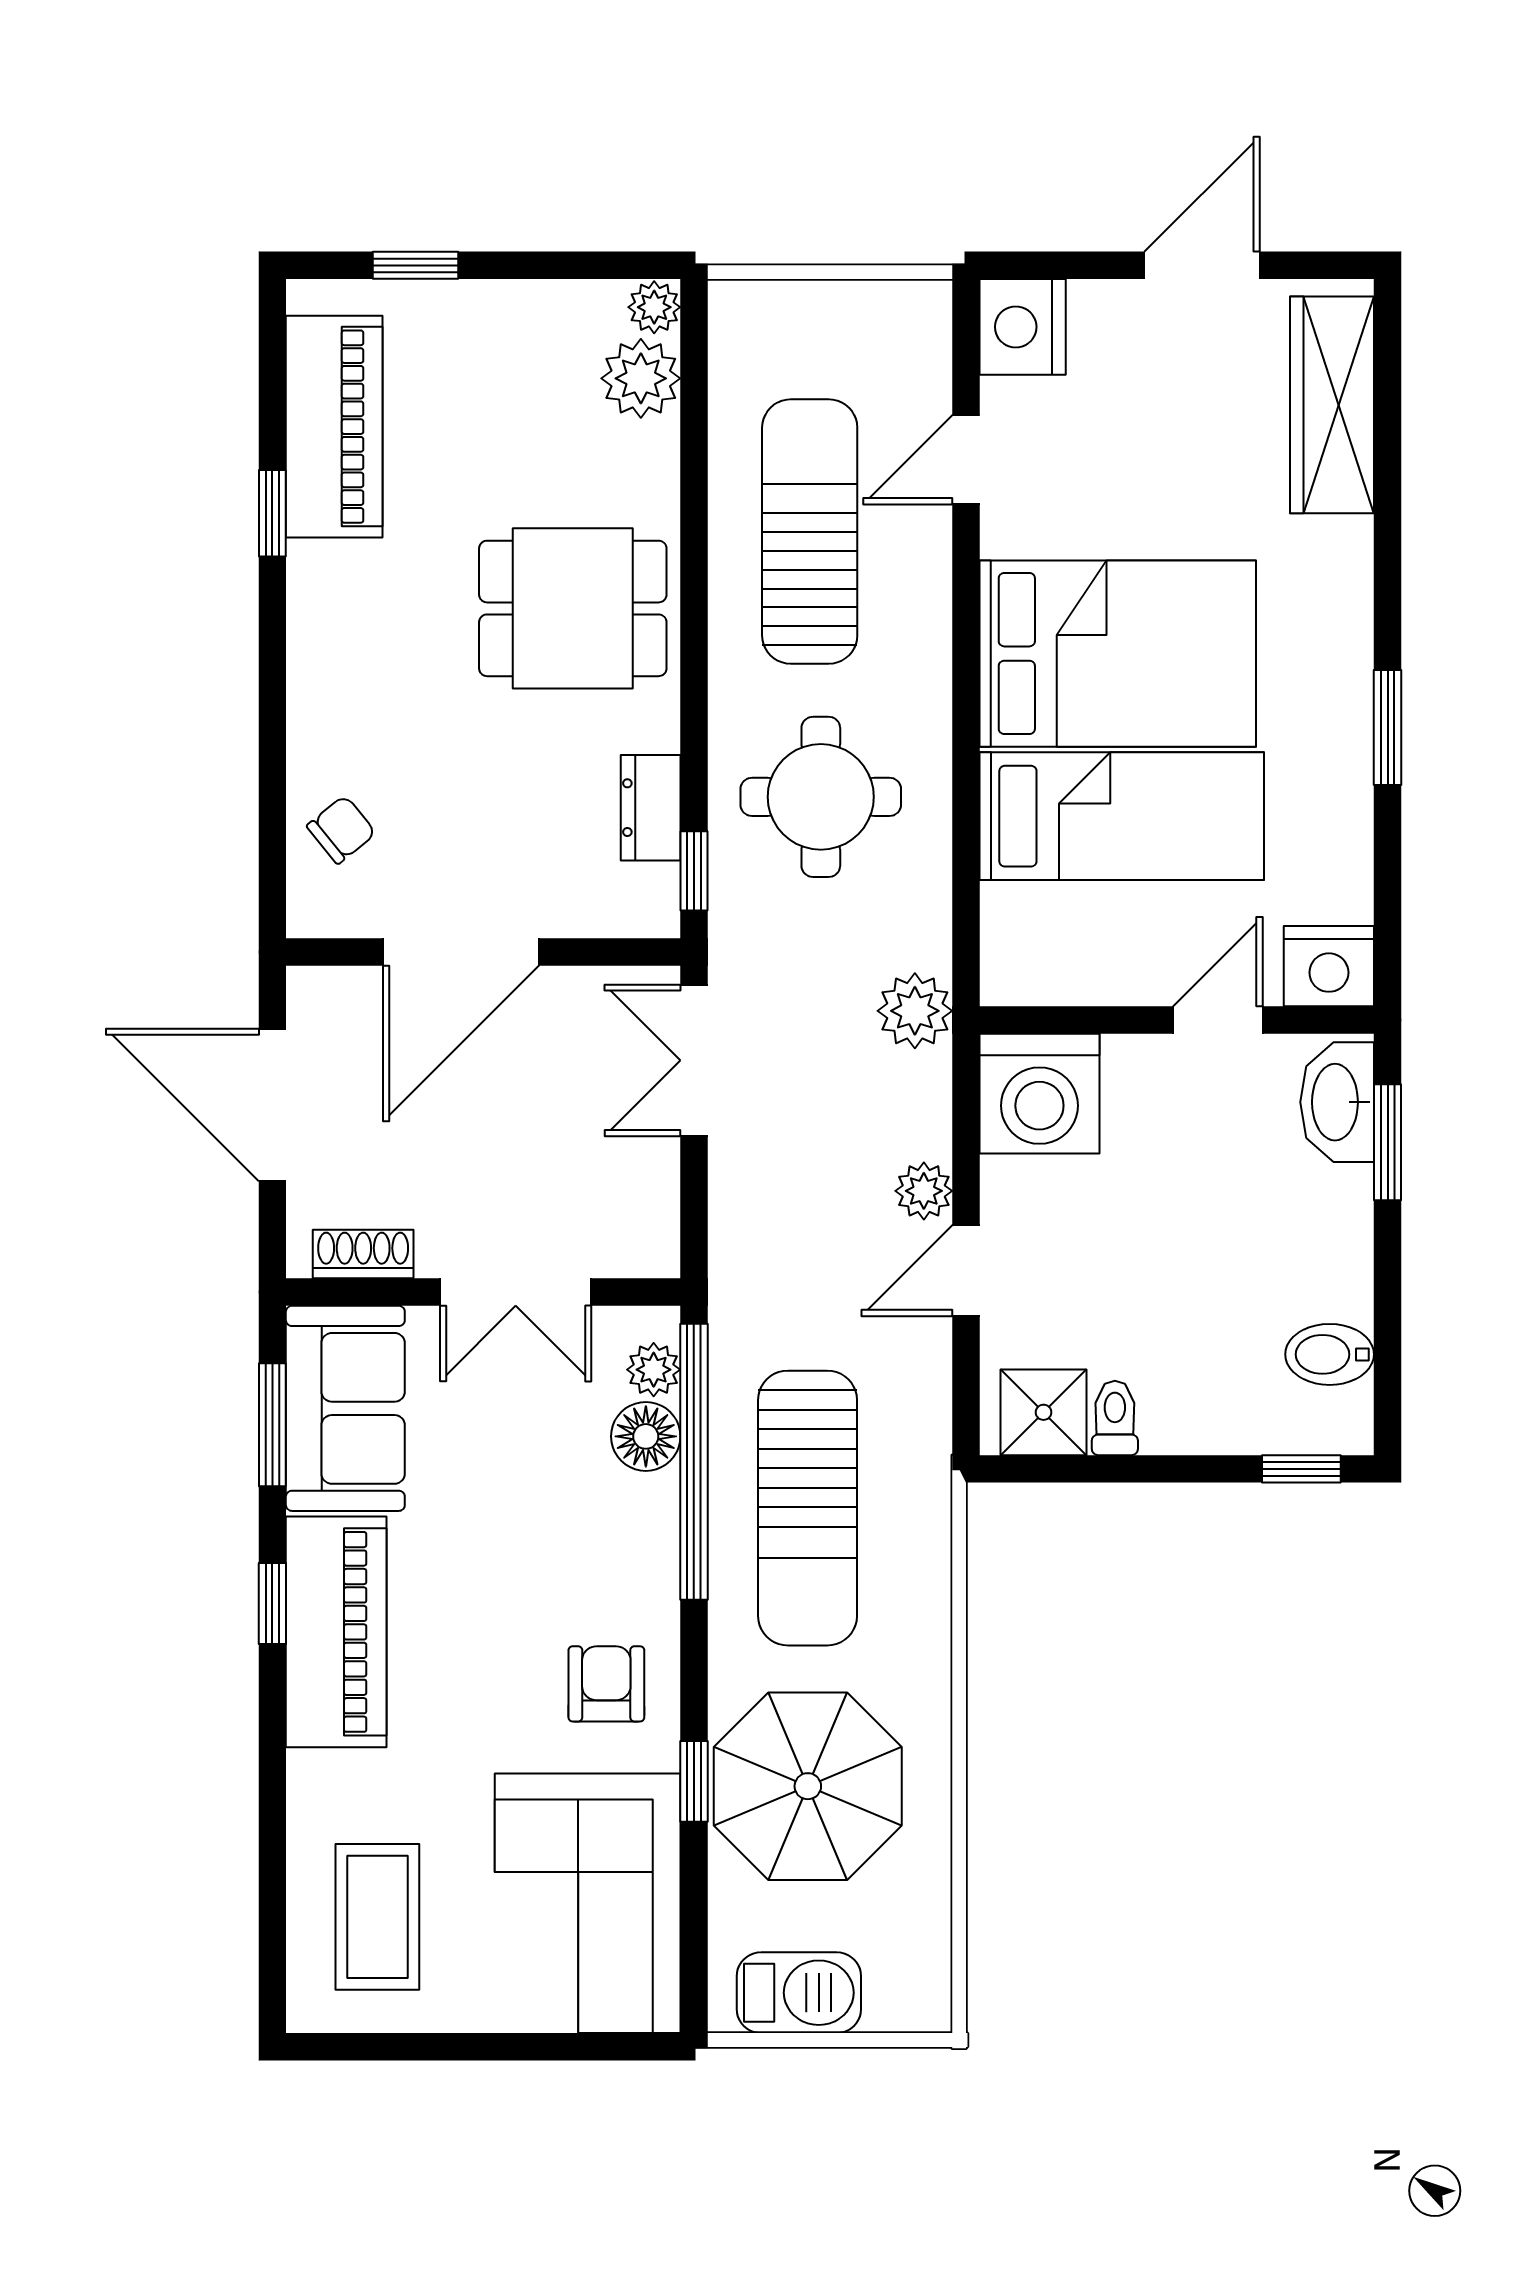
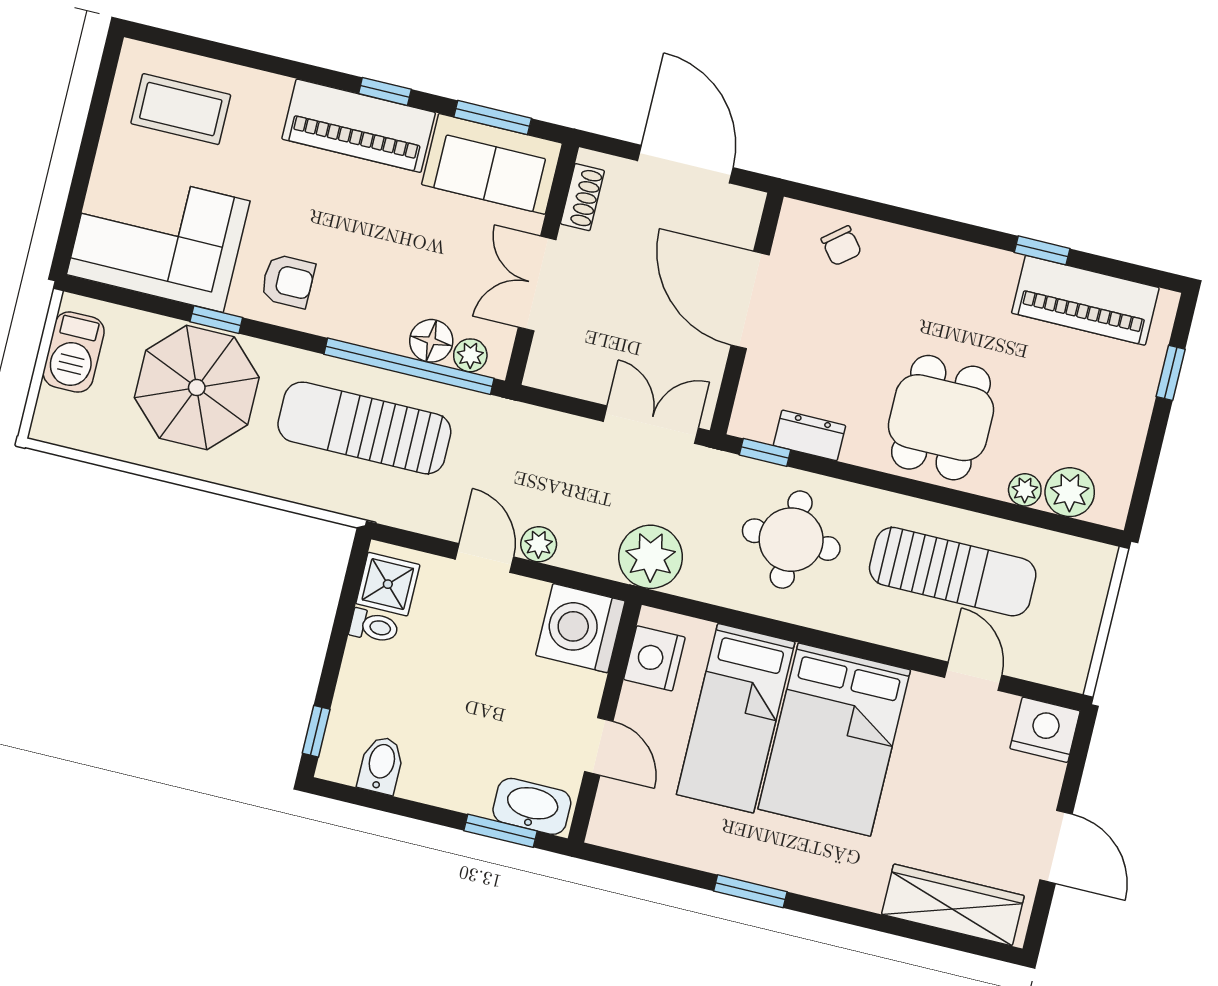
plant: (654, 307) -> (1025, 490), moved
nightstand: (1329, 966) -> (654, 658), moved
plant: (915, 1011) -> (651, 557), width x1.36, depth x1.36
door: (272, 1105) -> (685, 164), hinge flipped

